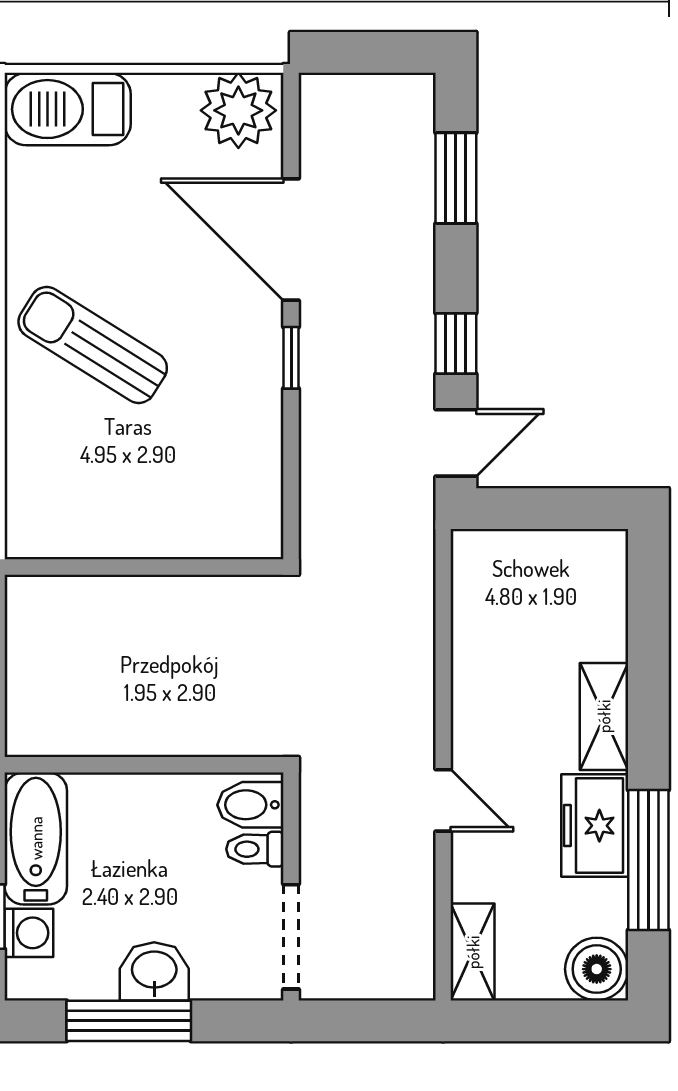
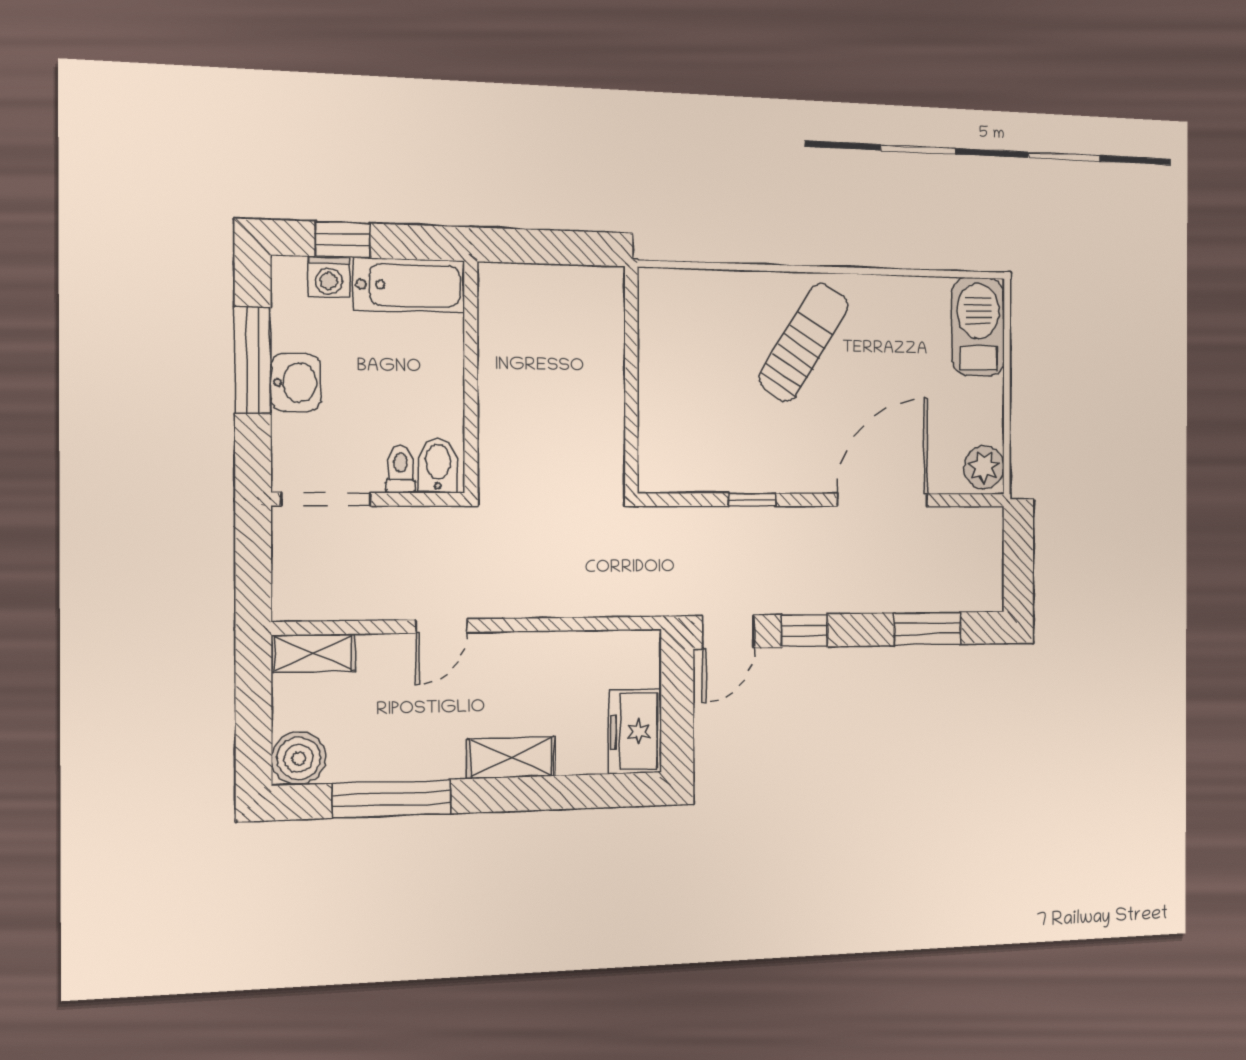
plant: (238, 110) -> (984, 467), width x0.73, depth x0.73
window: (291, 358) -> (752, 500), moved
door: (456, 443) -> (728, 632), hinge flipped
freezer: (595, 826) -> (635, 732), moved, turned -90

